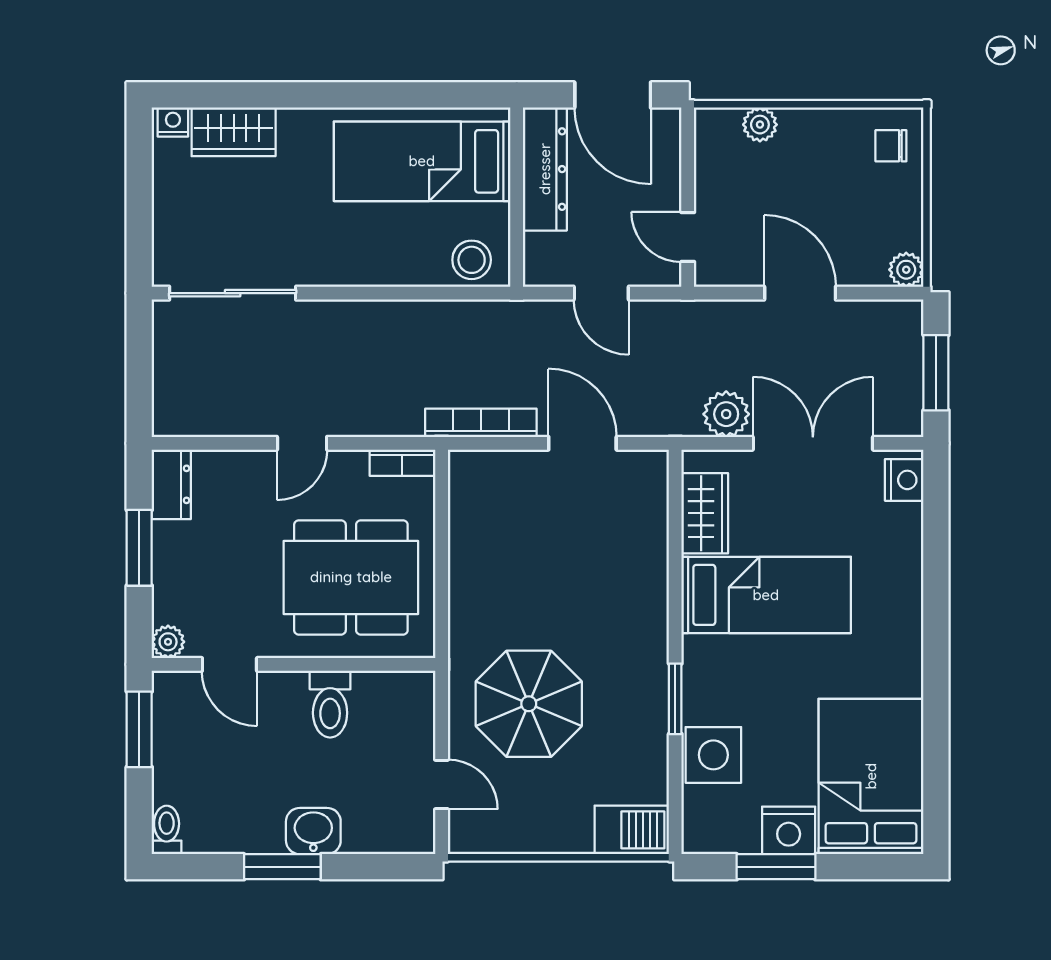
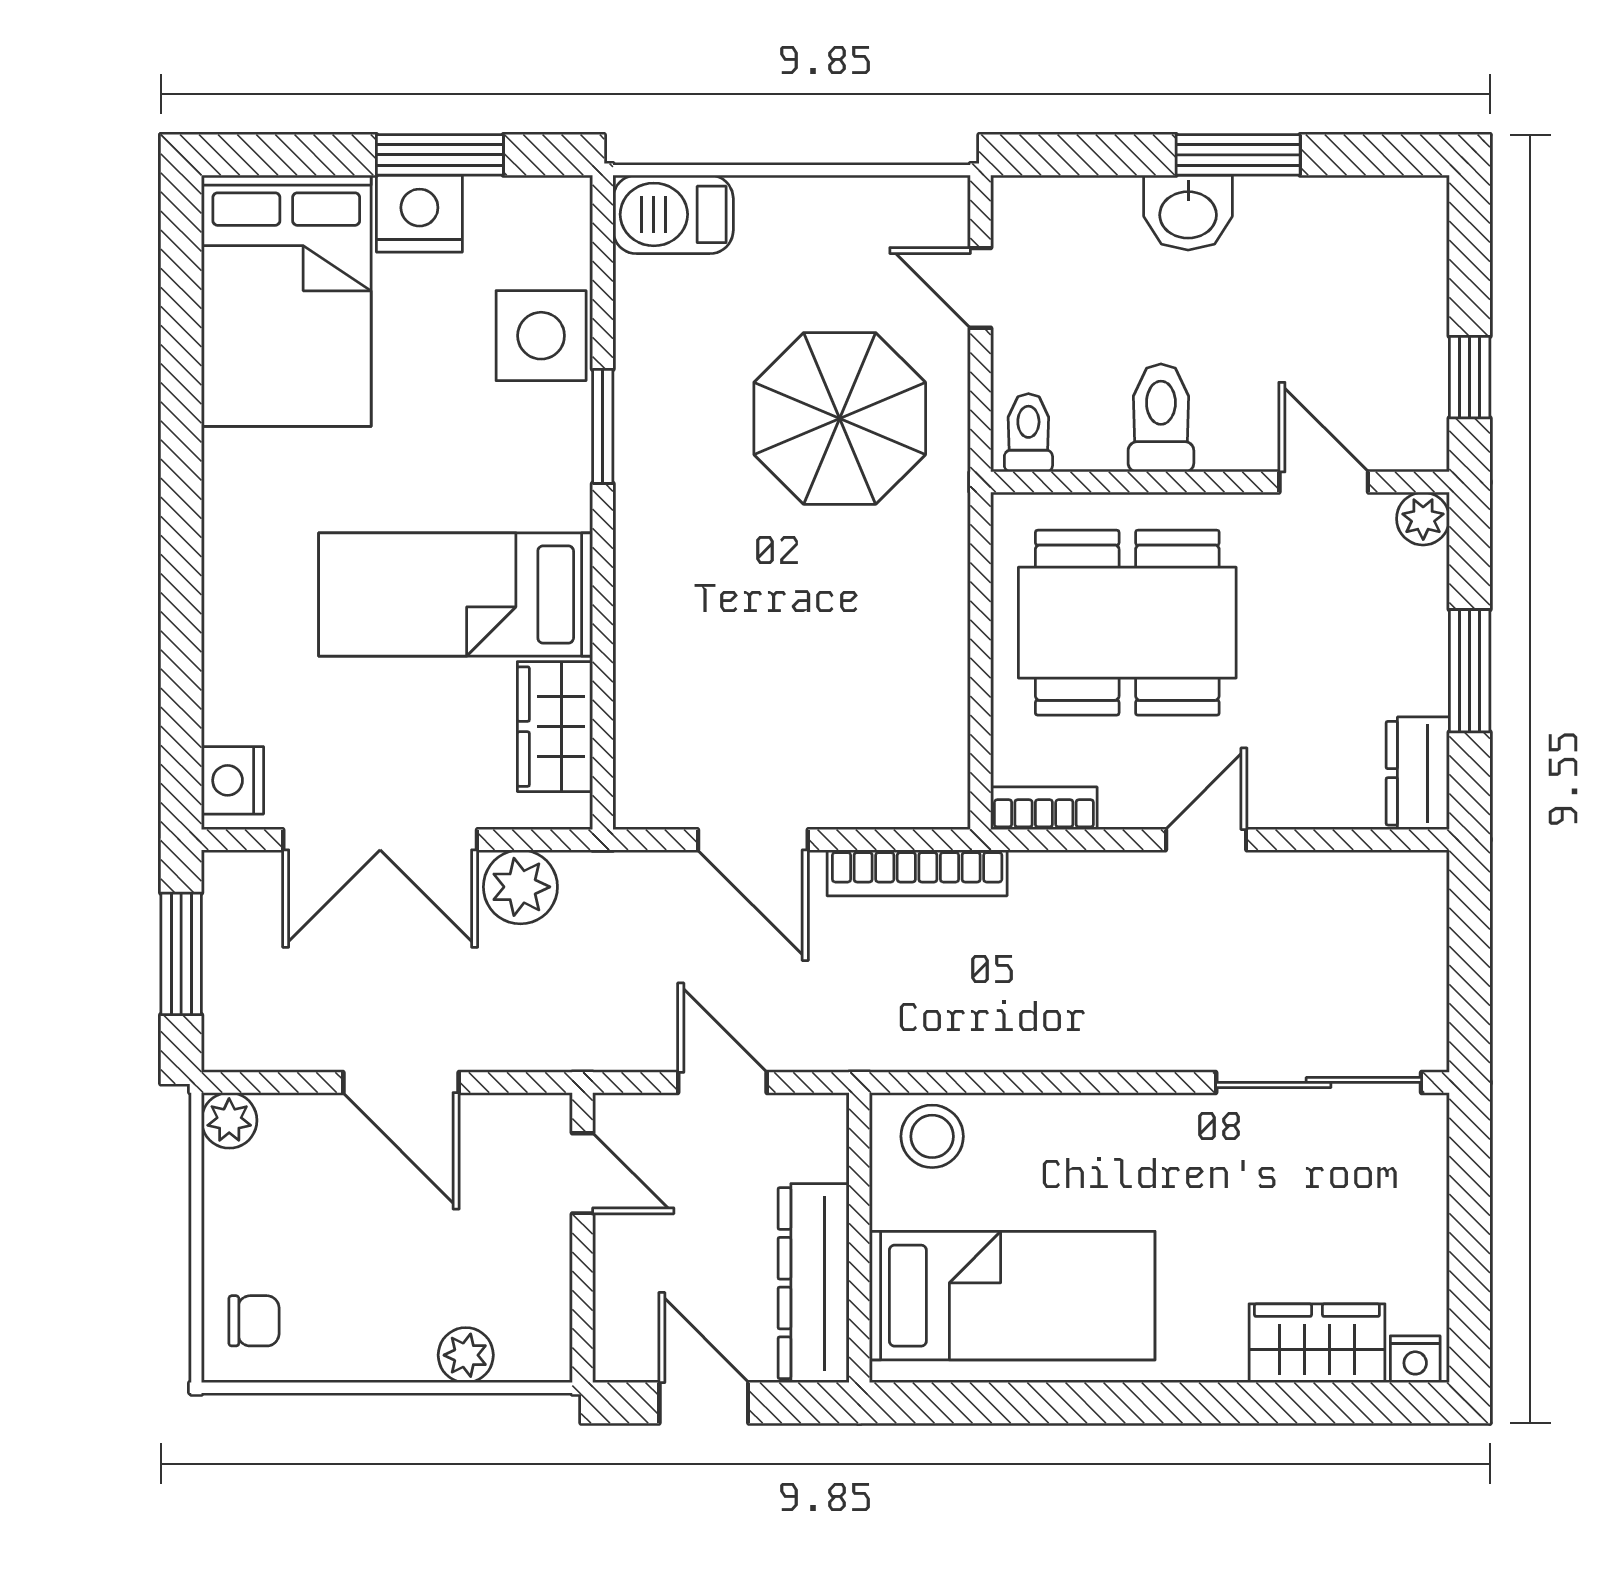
door: (613, 95) -> (704, 1403), width x0.73
window: (139, 729) -> (1470, 377), width x0.67
toilet: (167, 830) -> (1028, 433), moved, turned 180

